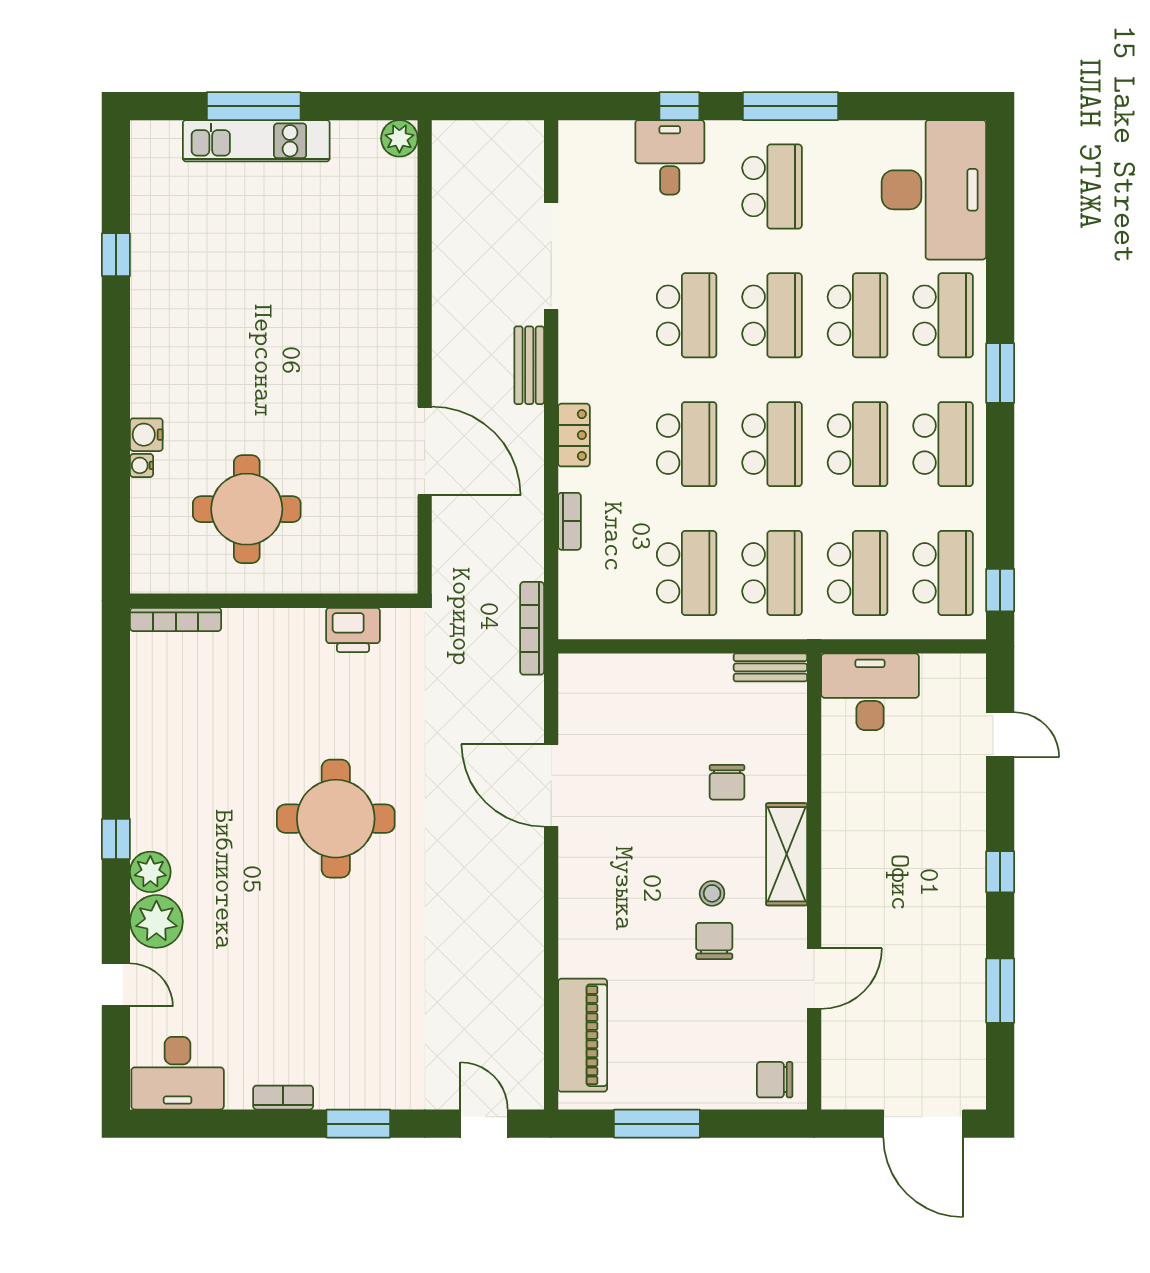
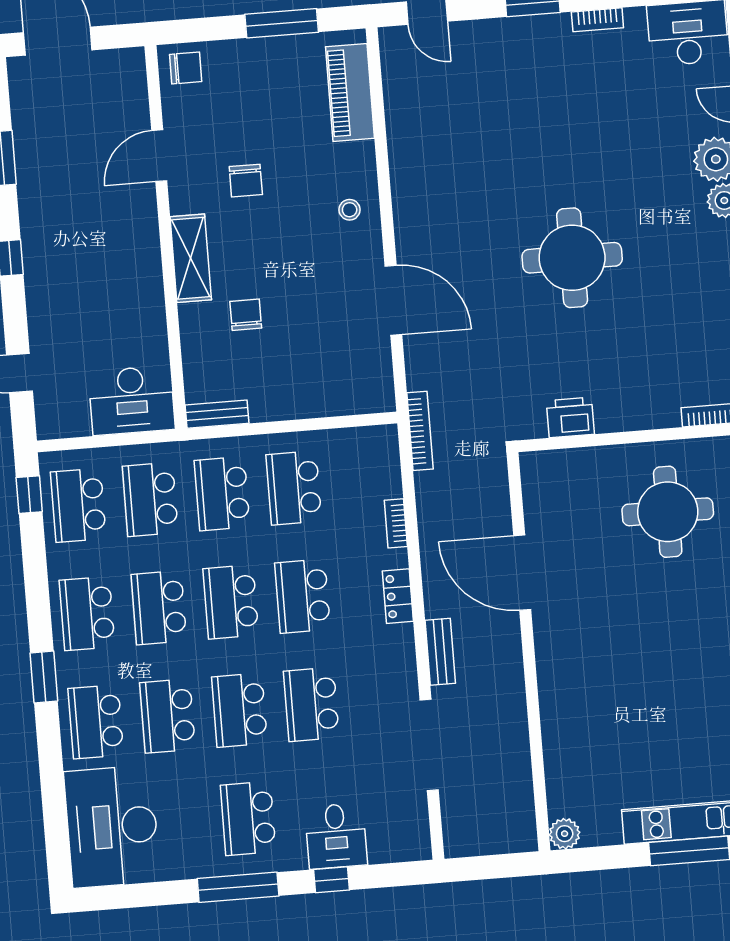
stool: (712, 893) -> (350, 210), moved

